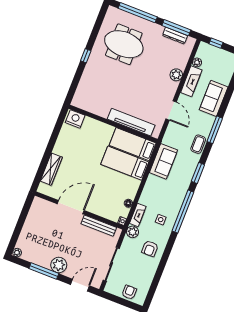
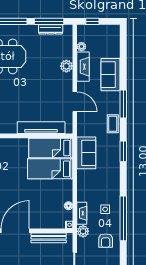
window: (183, 212) -> (123, 218), moved

